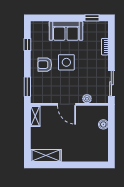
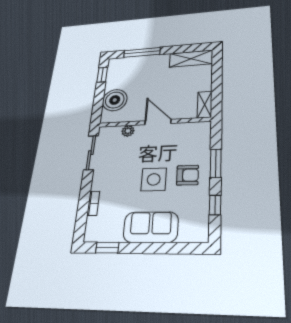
window: (27, 87) -> (216, 163), moved
boiler: (103, 124) -> (115, 100), width x1.86, depth x1.86
window: (111, 147) -> (102, 75), added
window: (83, 165) -> (142, 52), added

